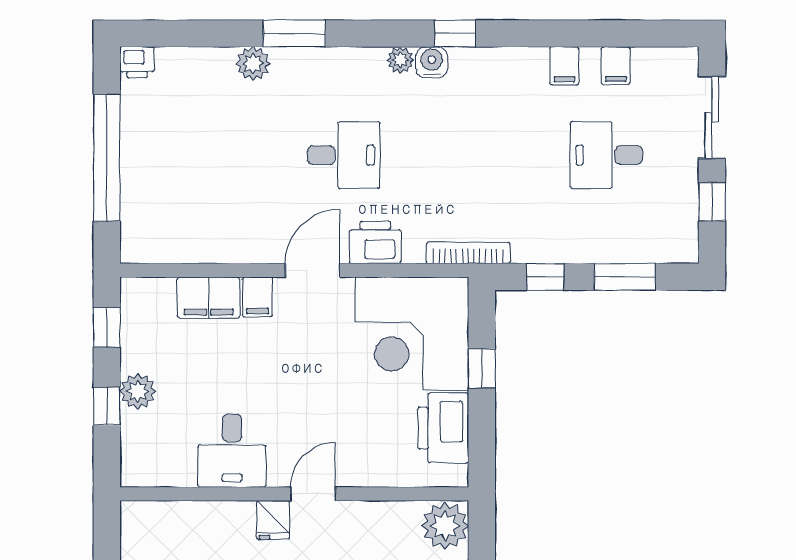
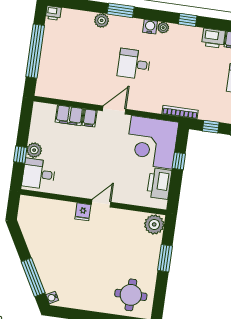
water cooler: (432, 62) -> (150, 27), moved
desk: (344, 155) -> (134, 64), turned 180
printer: (375, 242) -> (213, 38), moved, turned 180
window: (107, 327) -> (25, 122), removed
desk: (232, 451) -> (39, 174), moved, turned 90

